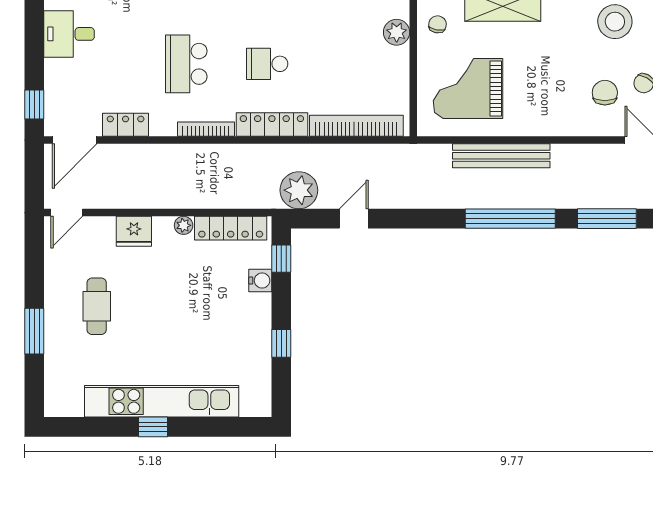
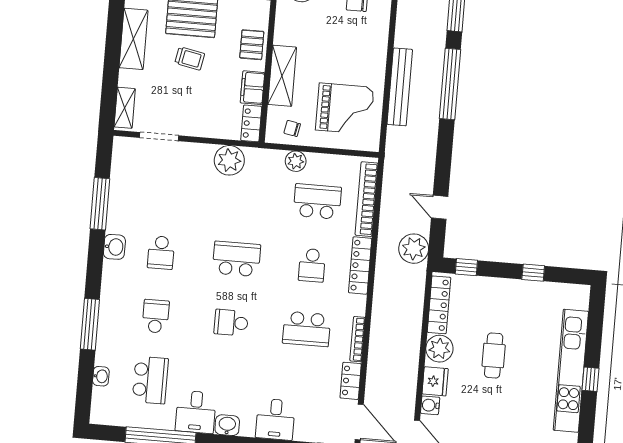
school desk: (348, 64) -> (317, 202), added
grand piano: (468, 89) -> (345, 109), turned -90
bookcase: (206, 129) -> (357, 339), moved
plant: (184, 225) -> (439, 349), width x1.87, depth x1.87
water cooler: (260, 280) -> (430, 405), moved, turned -90
cafe table: (97, 306) -> (494, 355), moved, turned 90

